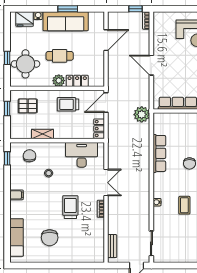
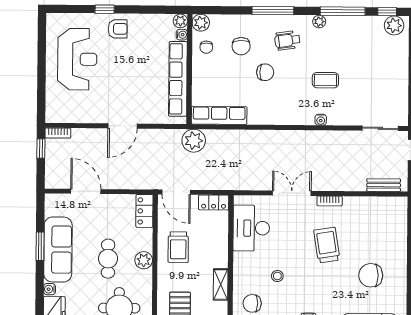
locker: (77, 81) -> (144, 211), moved
row of seats: (159, 153) -> (219, 115), moved
trolley: (70, 207) -> (327, 245), turned 81
chair: (50, 238) -> (371, 275), turned 180

